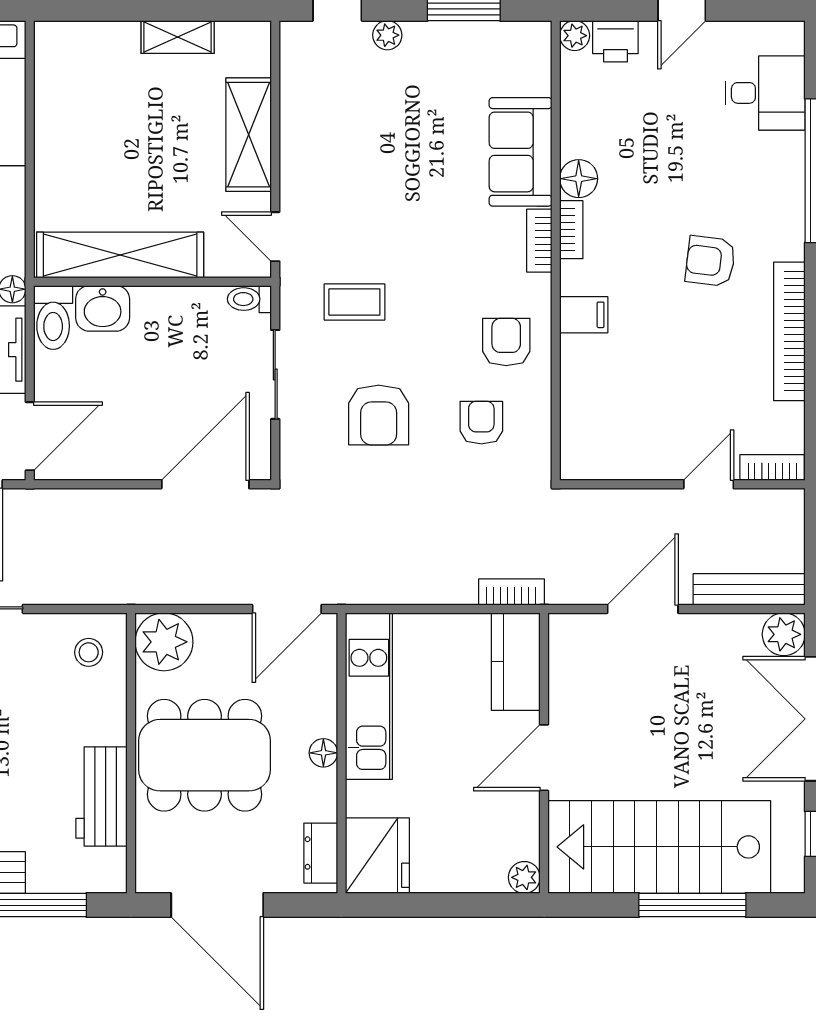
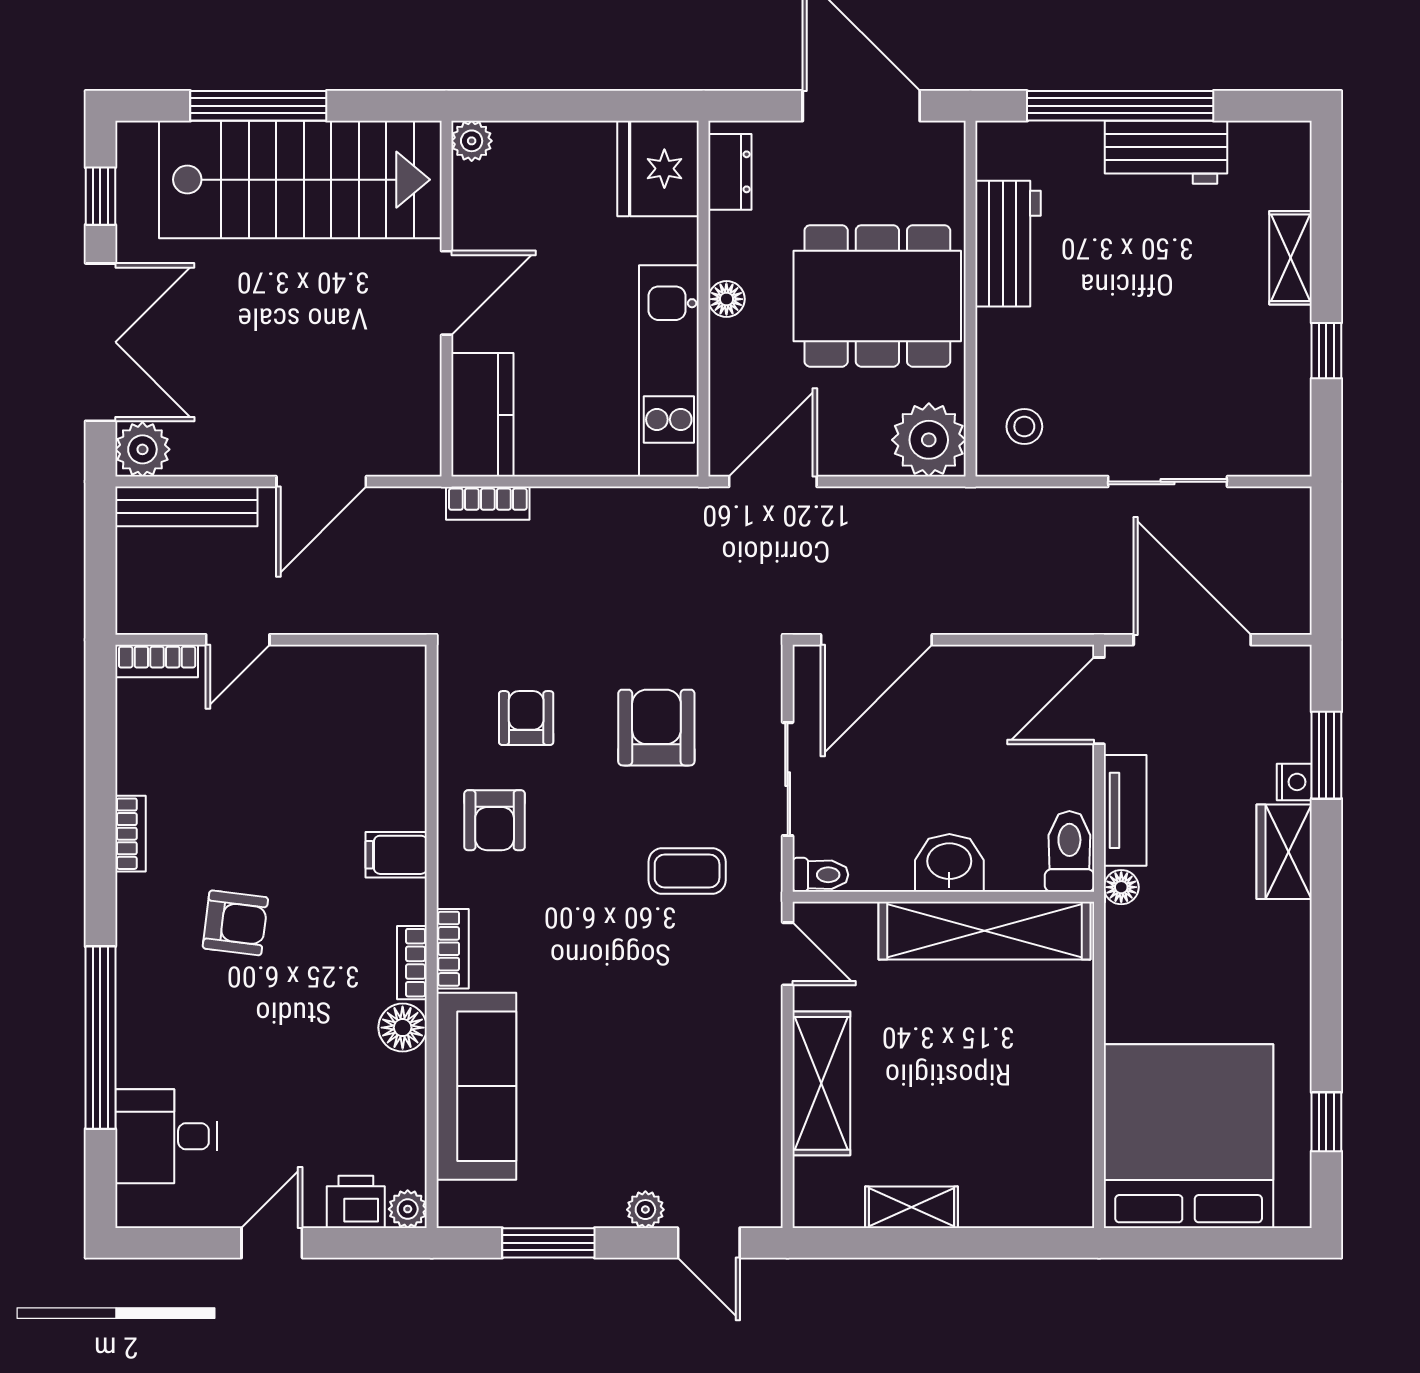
sofa: (521, 152) -> (476, 1086), width x1.36
washbasin: (103, 308) -> (949, 863), moved
bookcase: (789, 331) -> (130, 834), width x0.43, depth x0.76
armchair: (481, 423) -> (526, 718), turned 180

